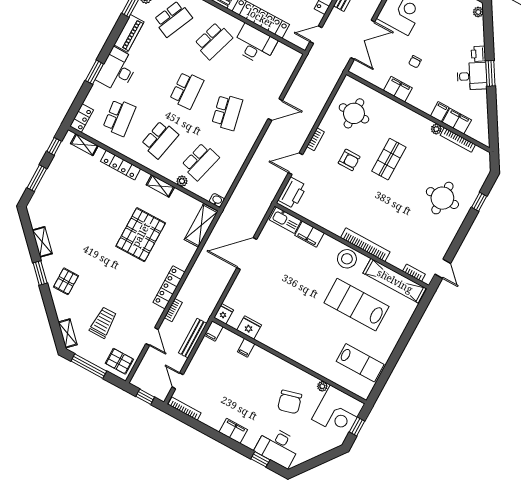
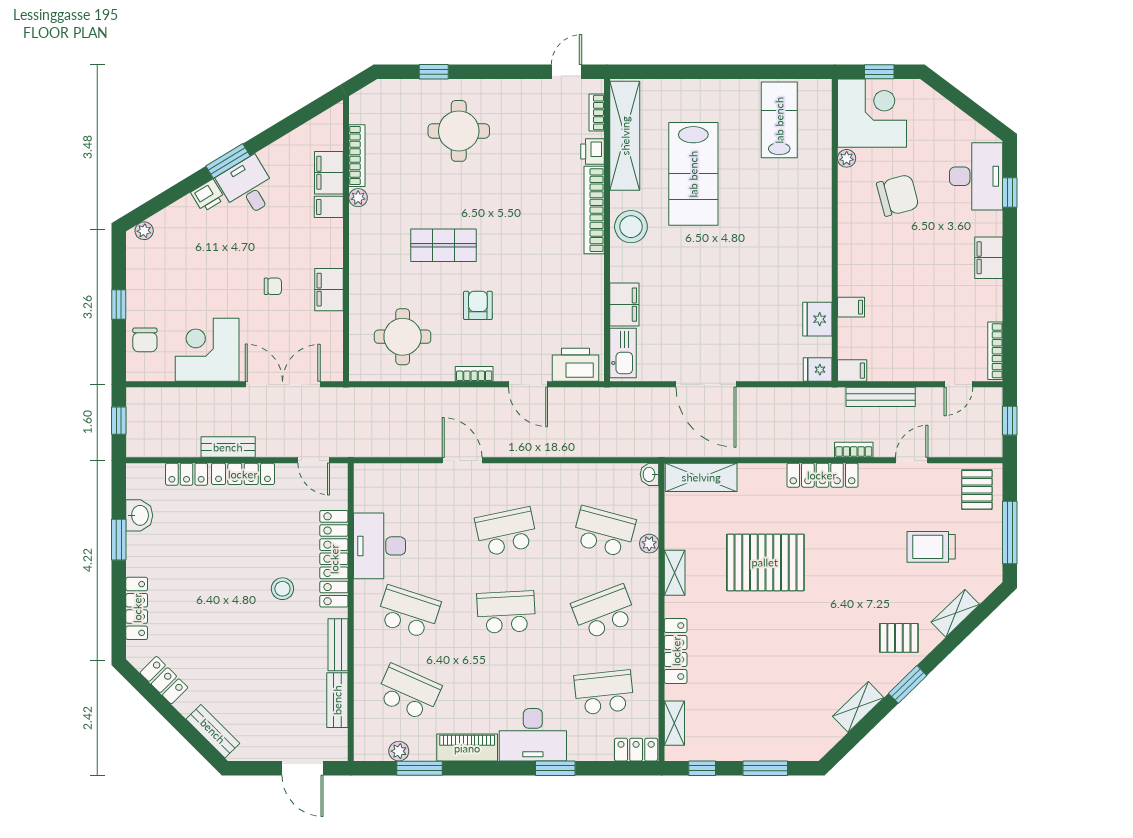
school desk: (160, 140) -> (604, 612), turned -33
printer: (395, 260) -> (593, 152), added
shelving: (68, 333) -> (955, 613), moved

